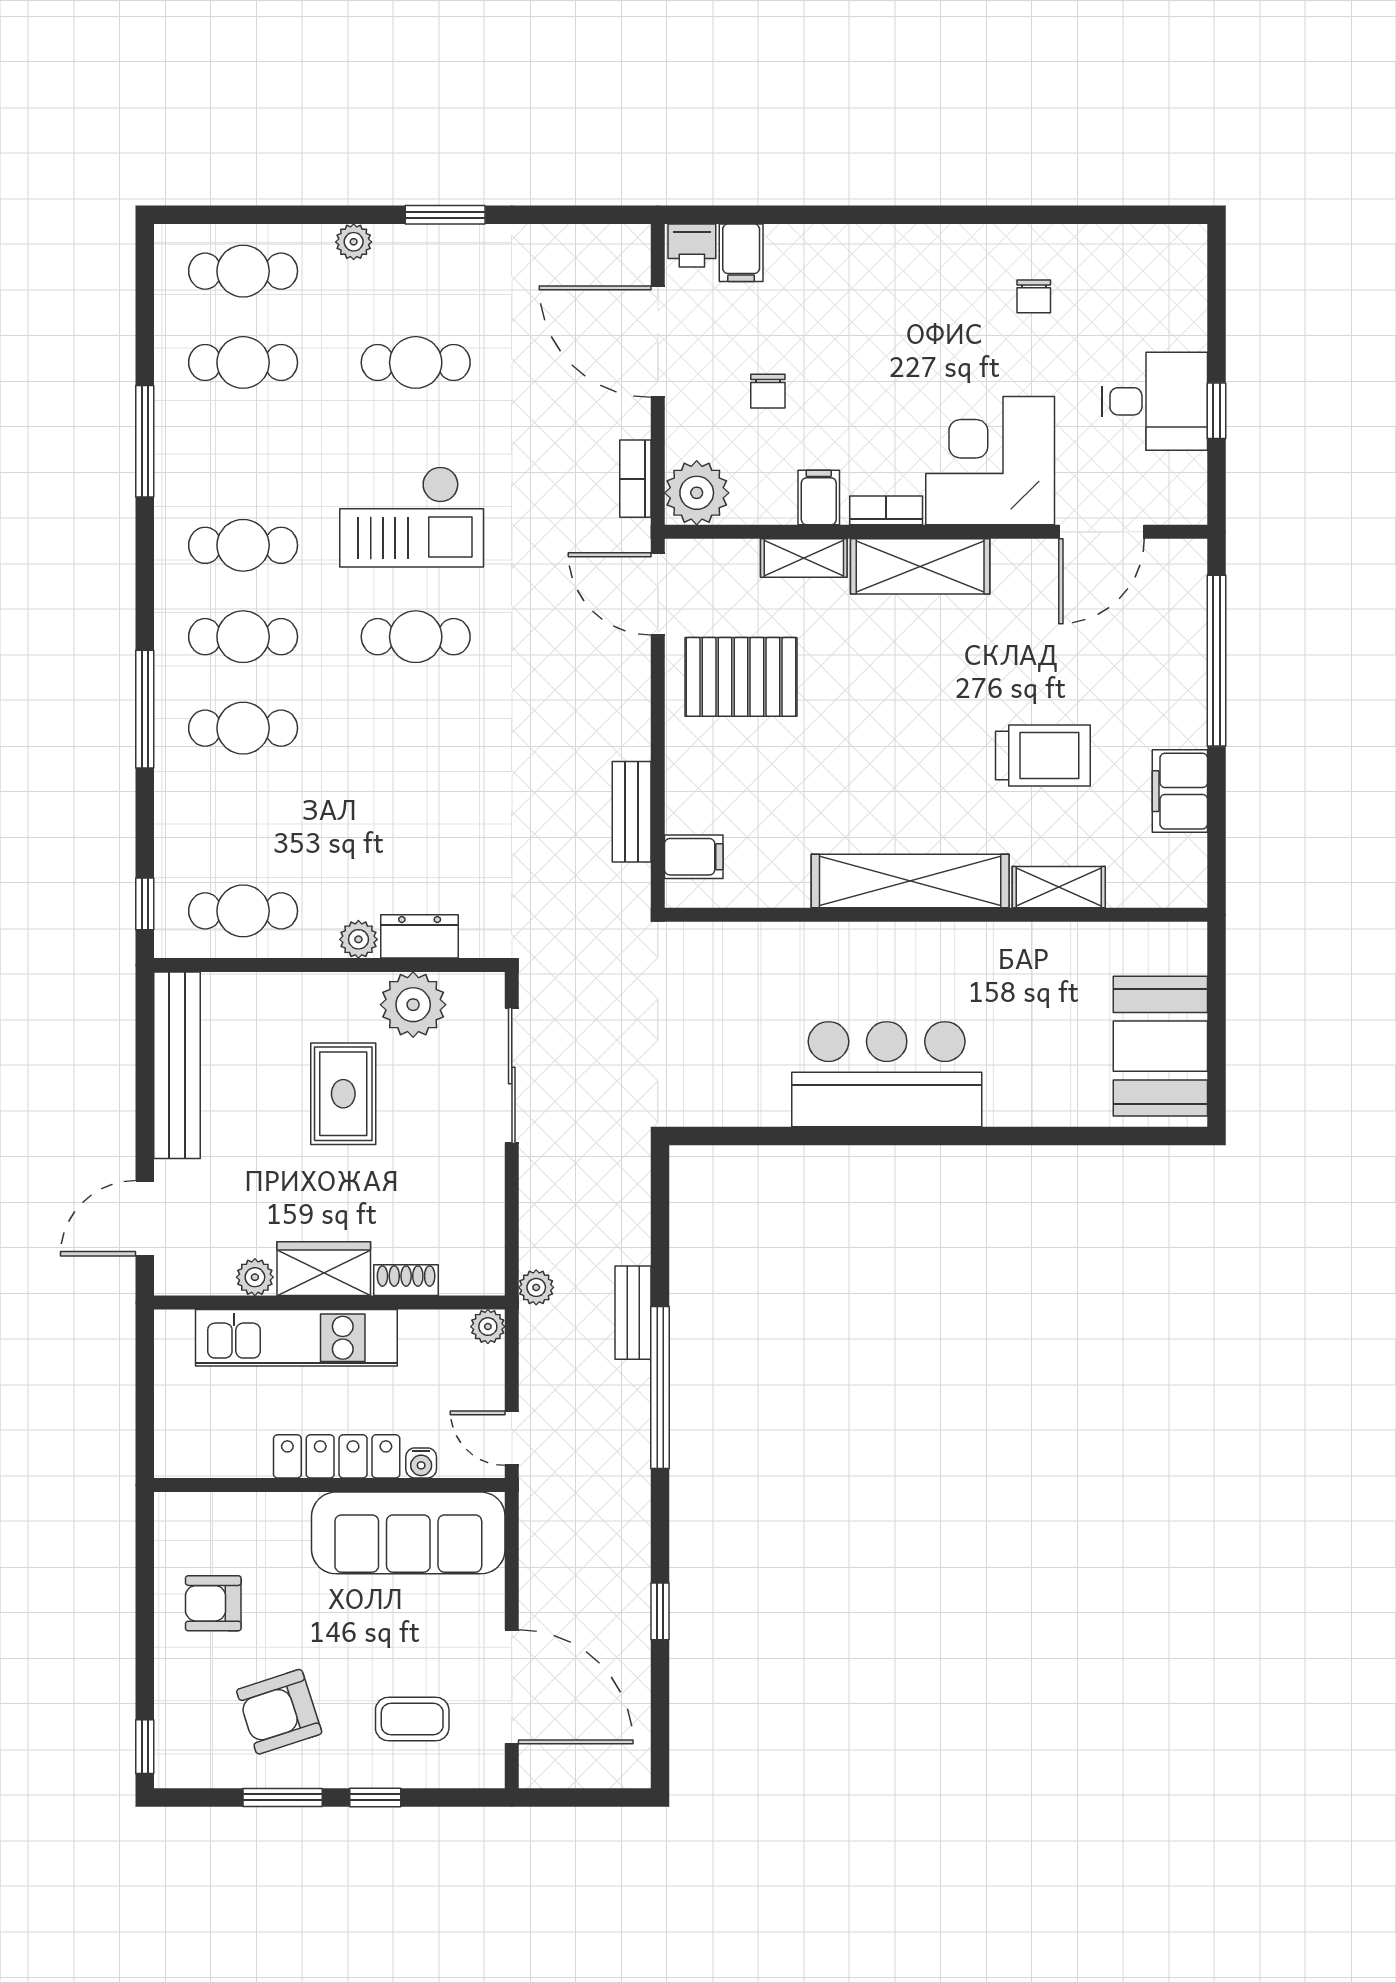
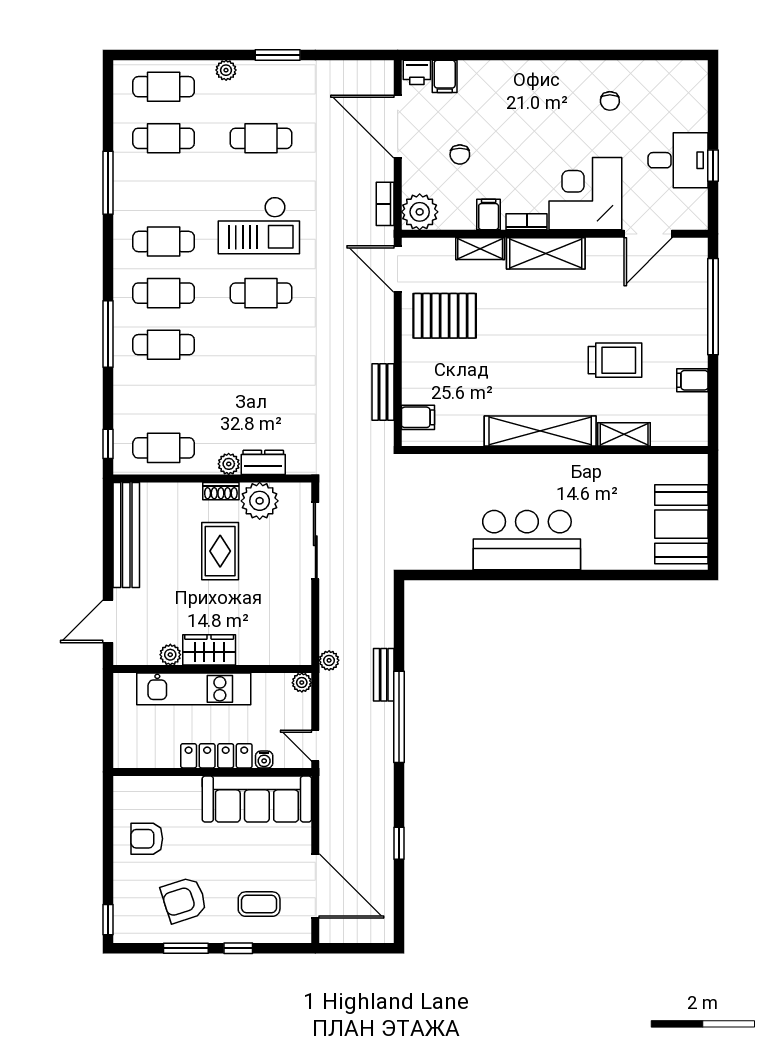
filing cabinet: (1180, 791) -> (692, 380), width x0.50
shoe rack: (406, 1280) -> (221, 491), moved, turned 180

